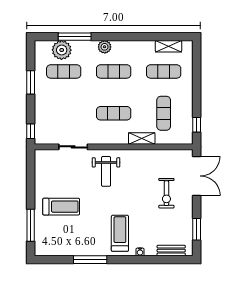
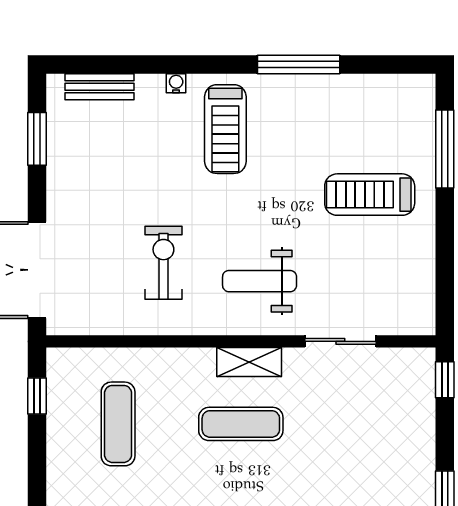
shelving: (142, 138) -> (249, 362), moved
weight bench: (106, 171) -> (260, 281), turned -90
exercise bike: (166, 193) -> (163, 263), moved

